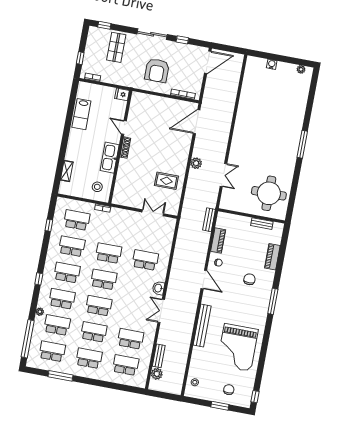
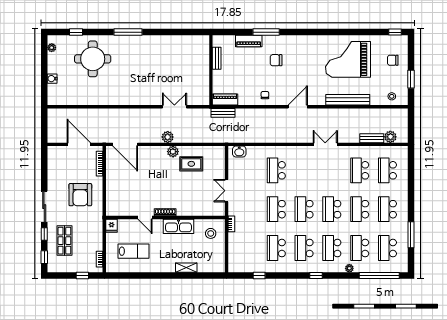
window: (182, 40) -> (44, 234), moved
shop shelf: (116, 47) -> (64, 241), turned 90
door: (208, 62) -> (79, 144), moved
armchair: (157, 70) -> (80, 195), turned 90
window: (311, 95) -> (76, 32), added
lab bench: (81, 114) -> (133, 251), moved
door: (124, 127) -> (145, 218), hinge flipped
plant: (181, 166) -> (173, 152), added
shelving: (67, 171) -> (186, 268), moved
rug: (166, 181) -> (191, 164), turned 90
round table: (269, 193) -> (93, 59), moved
double door: (153, 213) -> (227, 191), moved
school desk: (77, 220) -> (248, 248), removed
piano: (218, 240) -> (225, 100), moved
door: (204, 280) -> (298, 107), moved
washbasin: (158, 288) -> (239, 152), moved
window: (273, 301) -> (266, 32), moved
double door: (161, 311) -> (325, 144), swing flipped
bench: (202, 325) -> (348, 100), moved
grand piano: (238, 347) -> (348, 59), turned 180
window: (220, 406) -> (411, 79), moved

